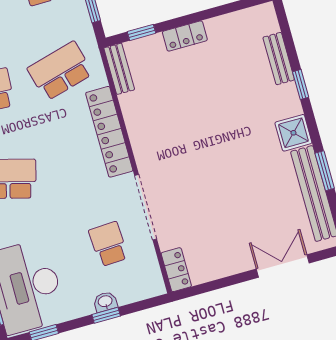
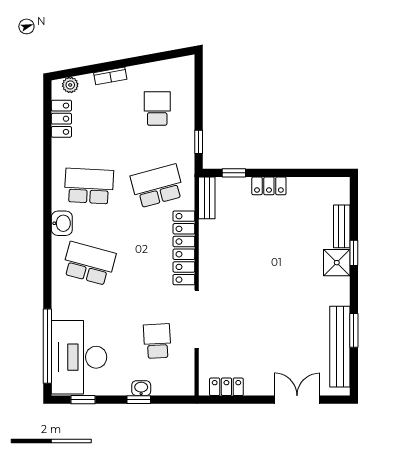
shower: (293, 133) -> (337, 263), moved
locker: (176, 270) -> (226, 387), moved, turned -90

